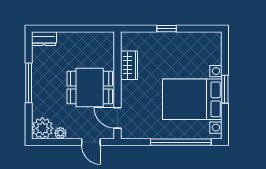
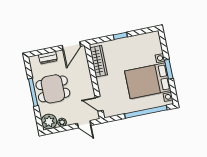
door: (95, 29) -> (71, 46), added
dresser: (44, 39) -> (48, 58), moved
wardrobe: (129, 65) -> (99, 61), width x1.50
dining table: (90, 87) -> (53, 89), moved

